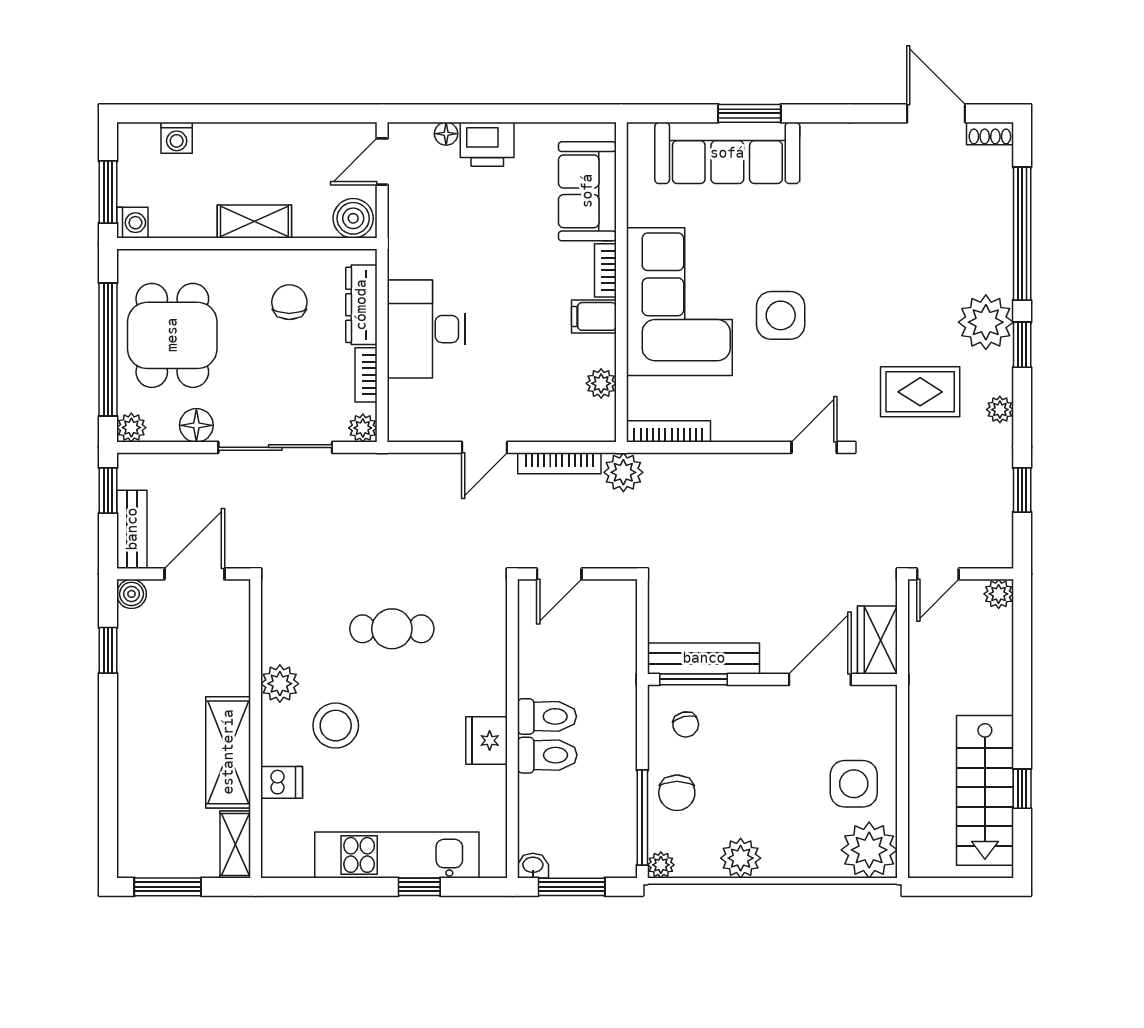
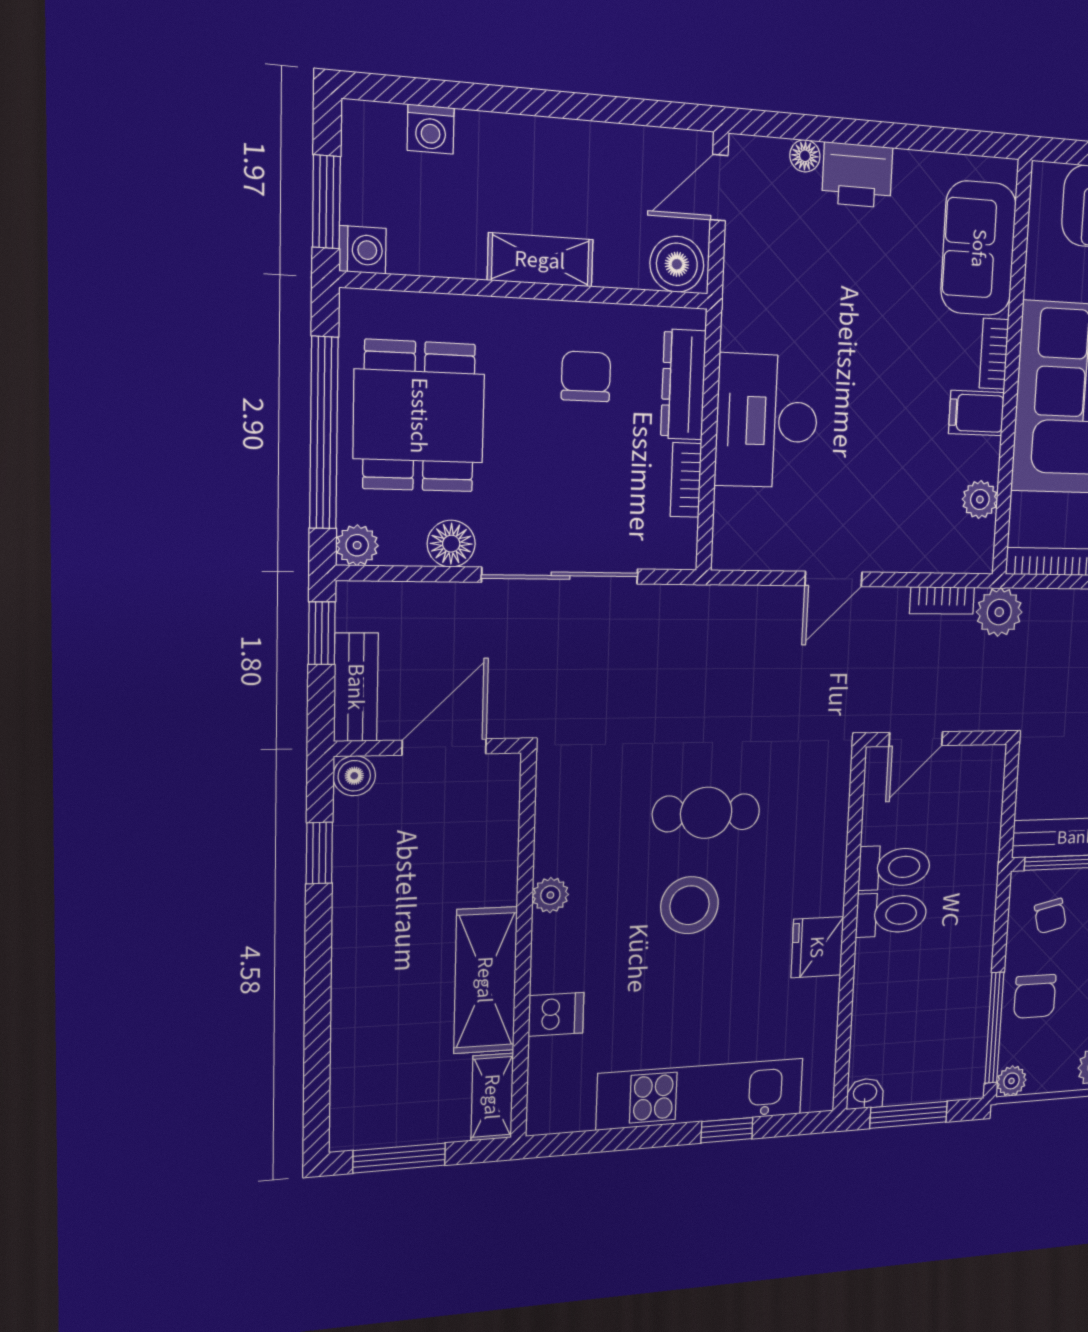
plant: (363, 428) -> (679, 551), removed
bookcase: (559, 463) -> (942, 600), width x0.64
plant: (280, 684) -> (550, 895), width x0.73, depth x0.73
stool: (336, 726) -> (690, 905), moved
toilet: (547, 755) -> (894, 867), moved

